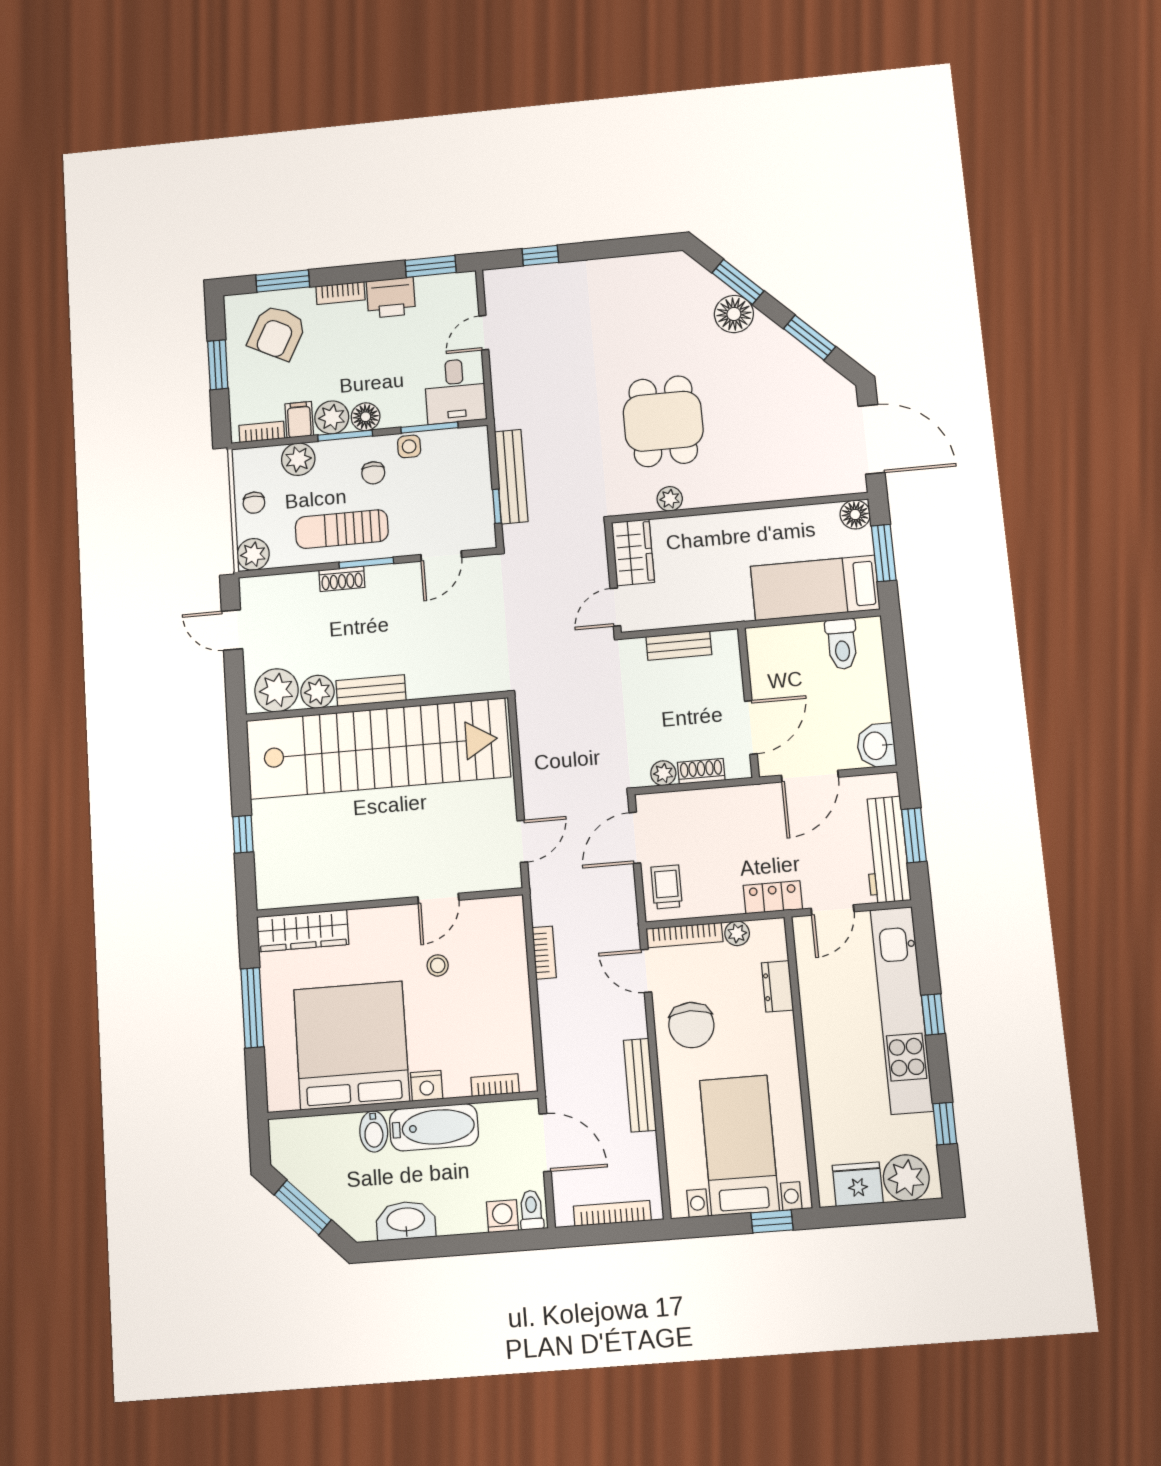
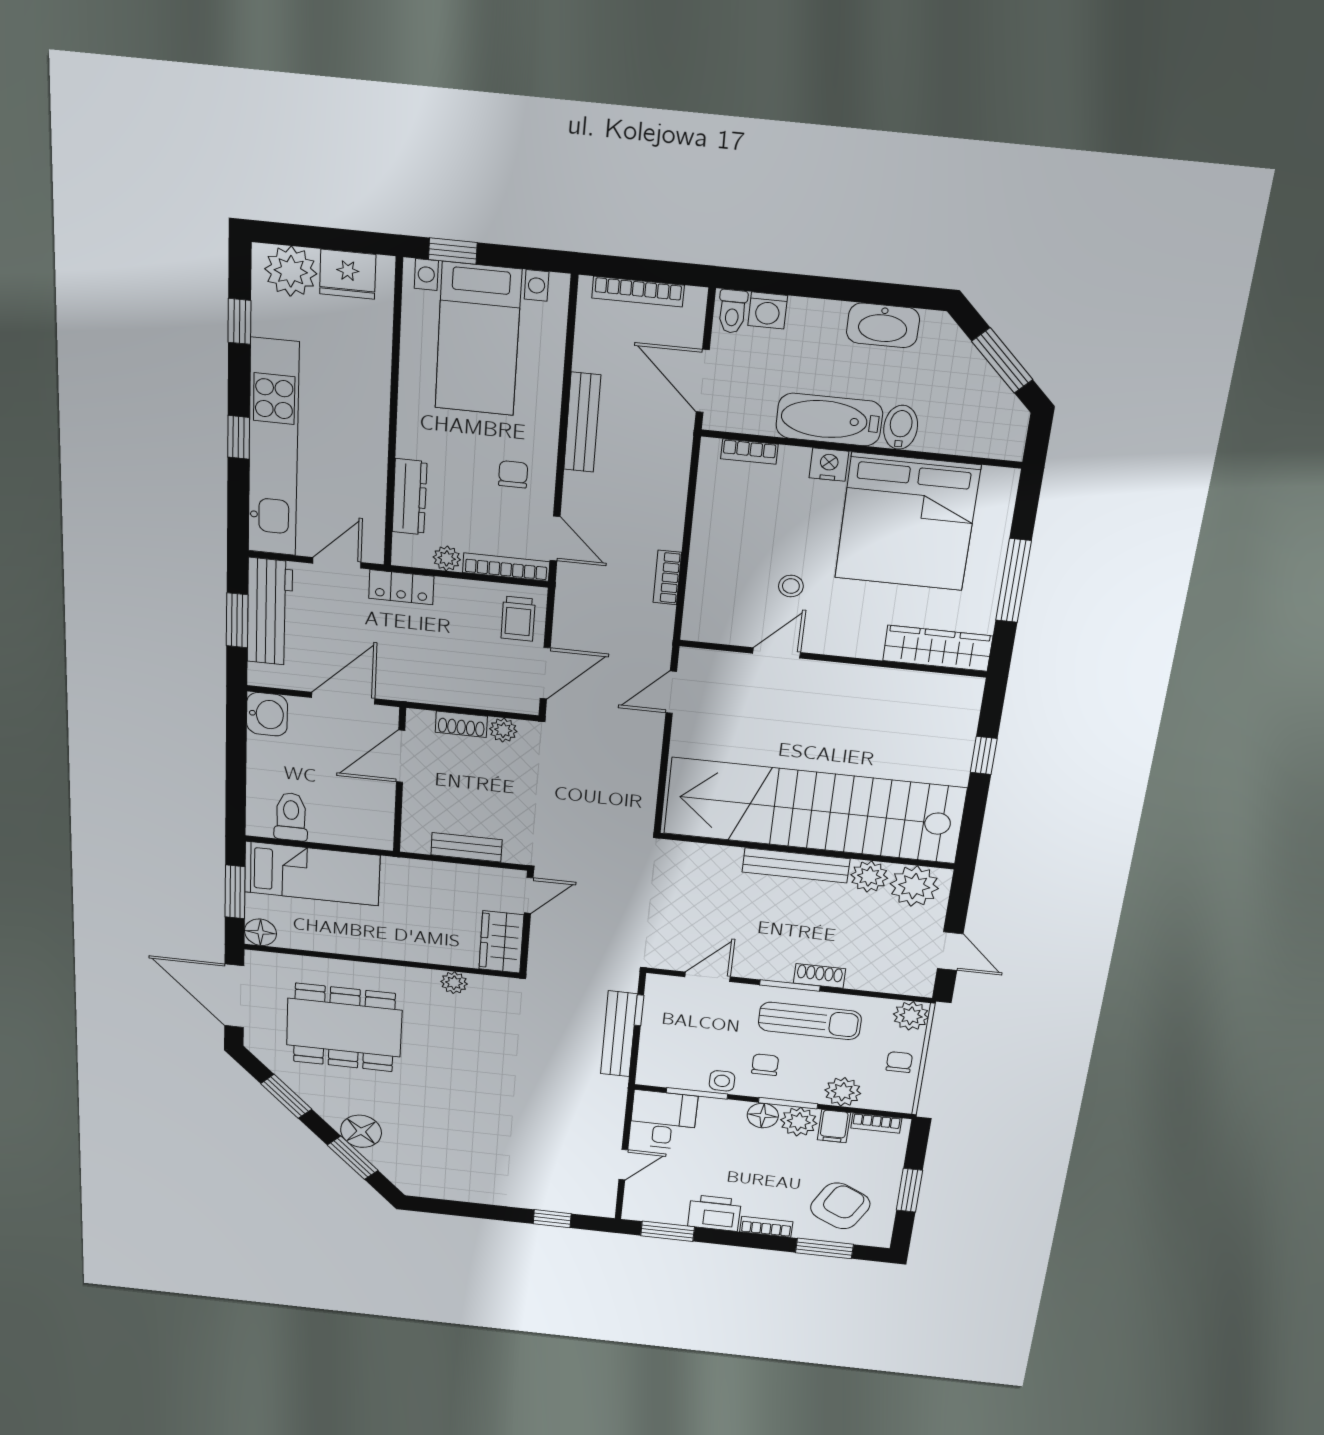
dining table: (663, 421) -> (344, 1028), moved, width x1.38
bench: (371, 691) -> (796, 865), width x1.36
dresser: (777, 986) -> (410, 497), width x1.44
chair: (691, 1025) -> (513, 474), width x0.54, depth x0.54

